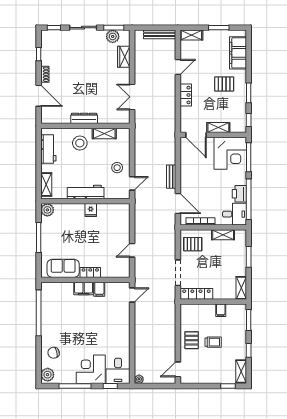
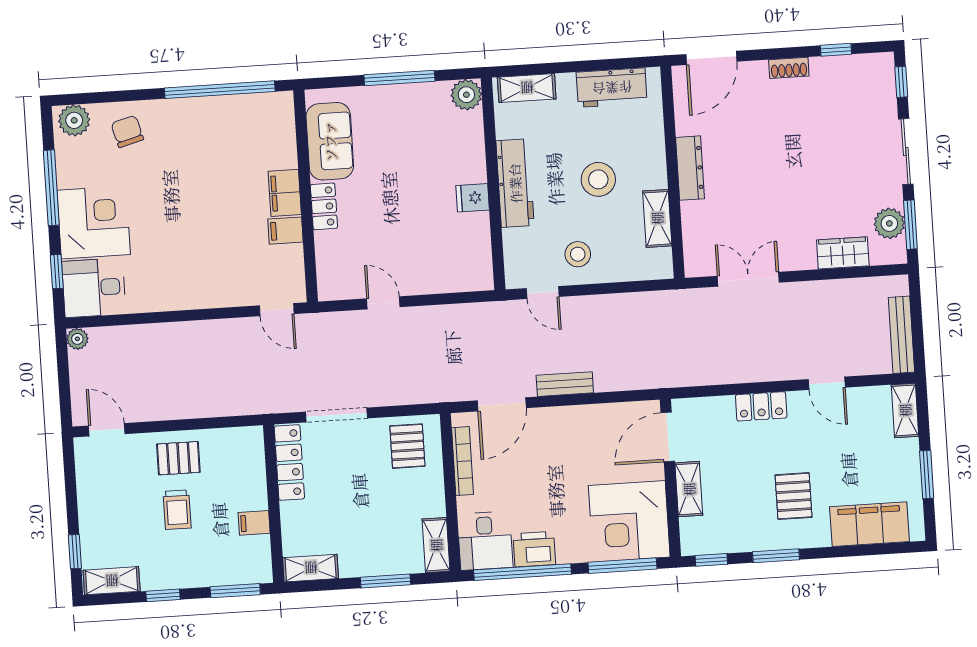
door: (39, 96) -> (711, 58), moved
stool: (80, 143) -> (598, 179), moved
shelving: (223, 235) -> (436, 545), moved

